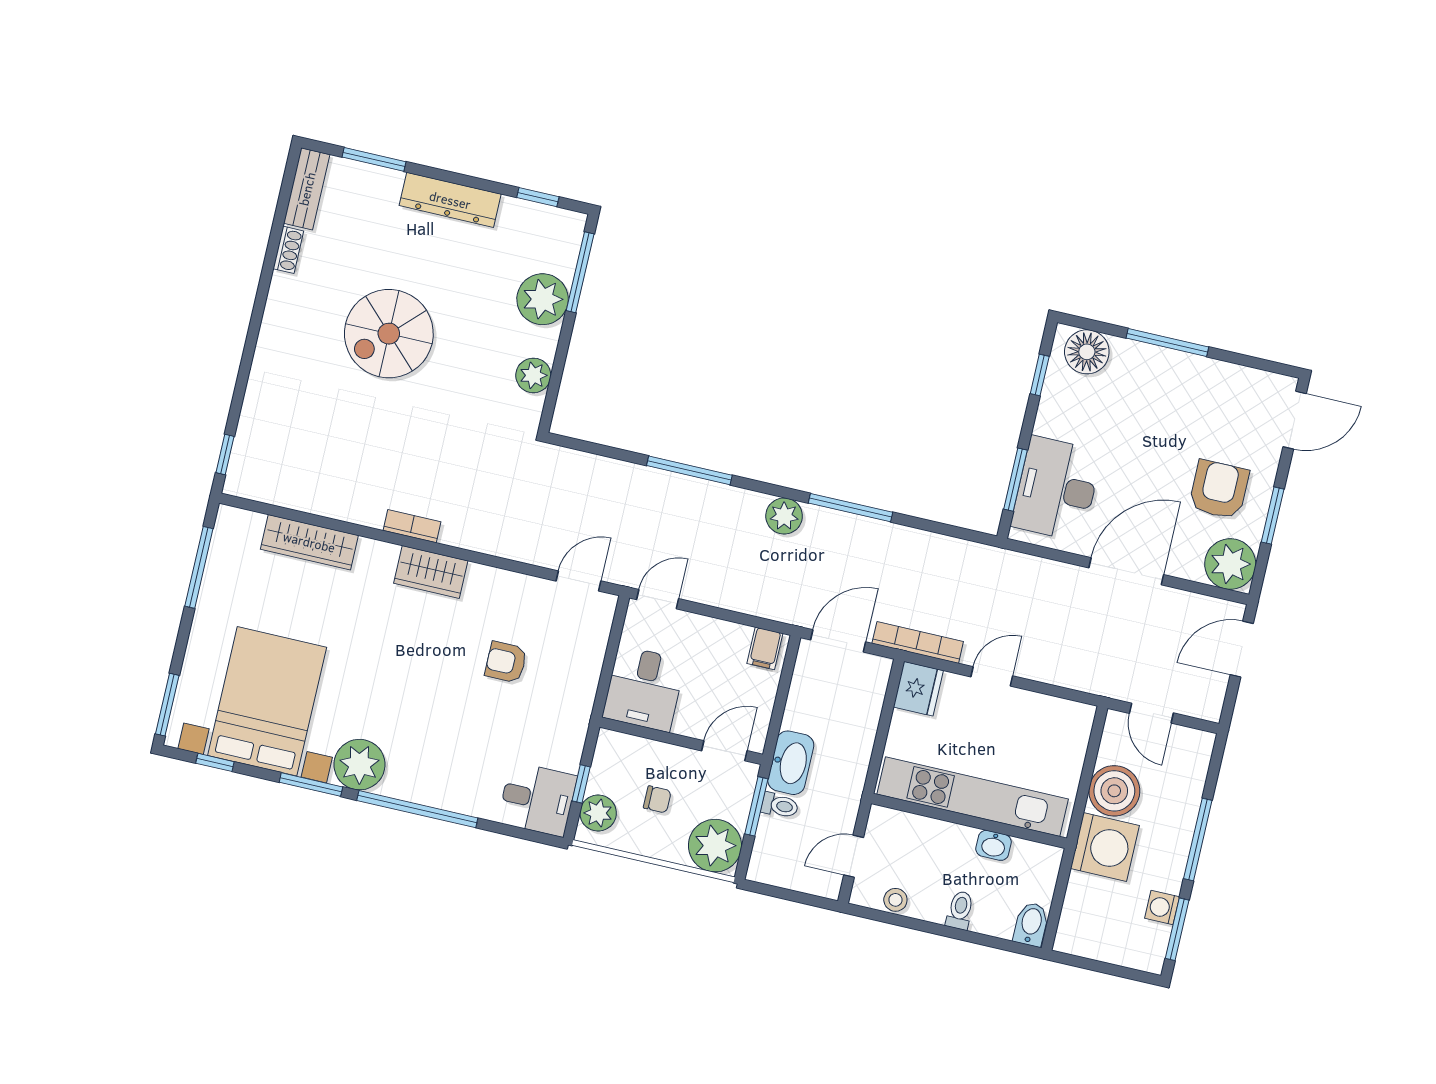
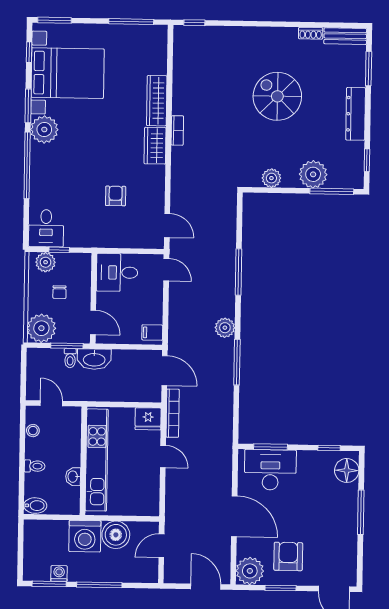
armchair: (1219, 490) -> (288, 556), turned -90
wardrobe: (309, 542) -> (157, 101), moved

